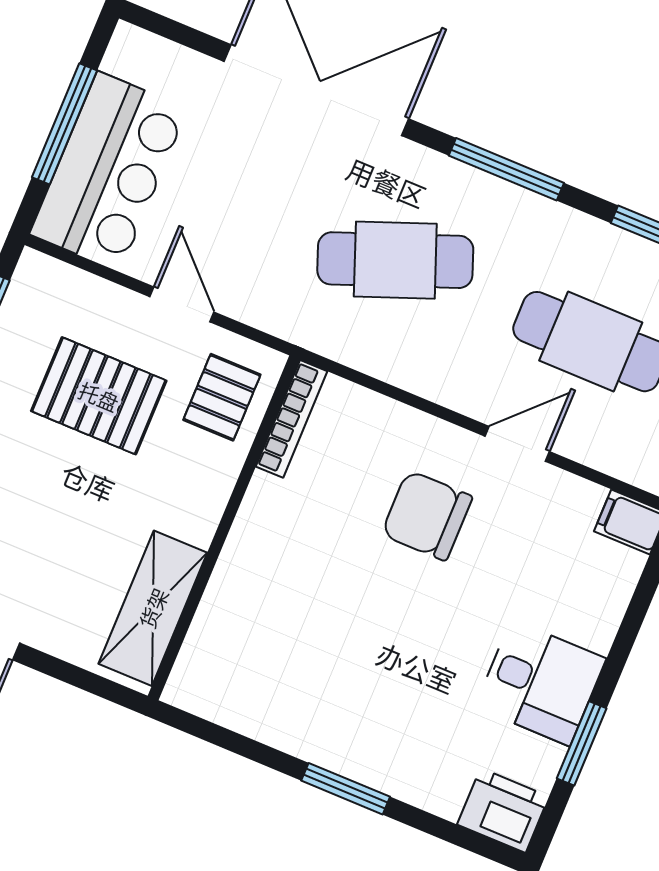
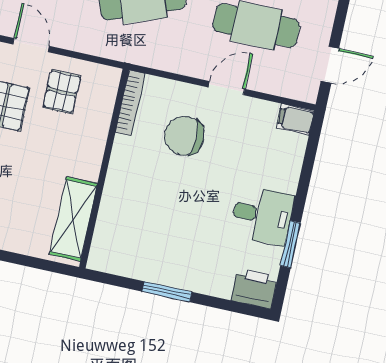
bookcase: (292, 419) -> (130, 103), moved
wall: (224, 528) -> (104, 168), moved
shelving: (153, 608) -> (73, 219), moved

